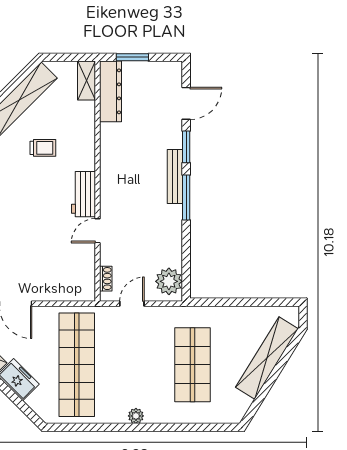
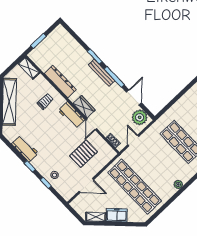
dresser: (111, 91) -> (60, 81), moved
door: (186, 103) -> (134, 97), moved
trolley: (43, 148) -> (45, 101), moved
wardrobe: (110, 199) -> (84, 107), added
pallet: (51, 259) -> (83, 154), added

